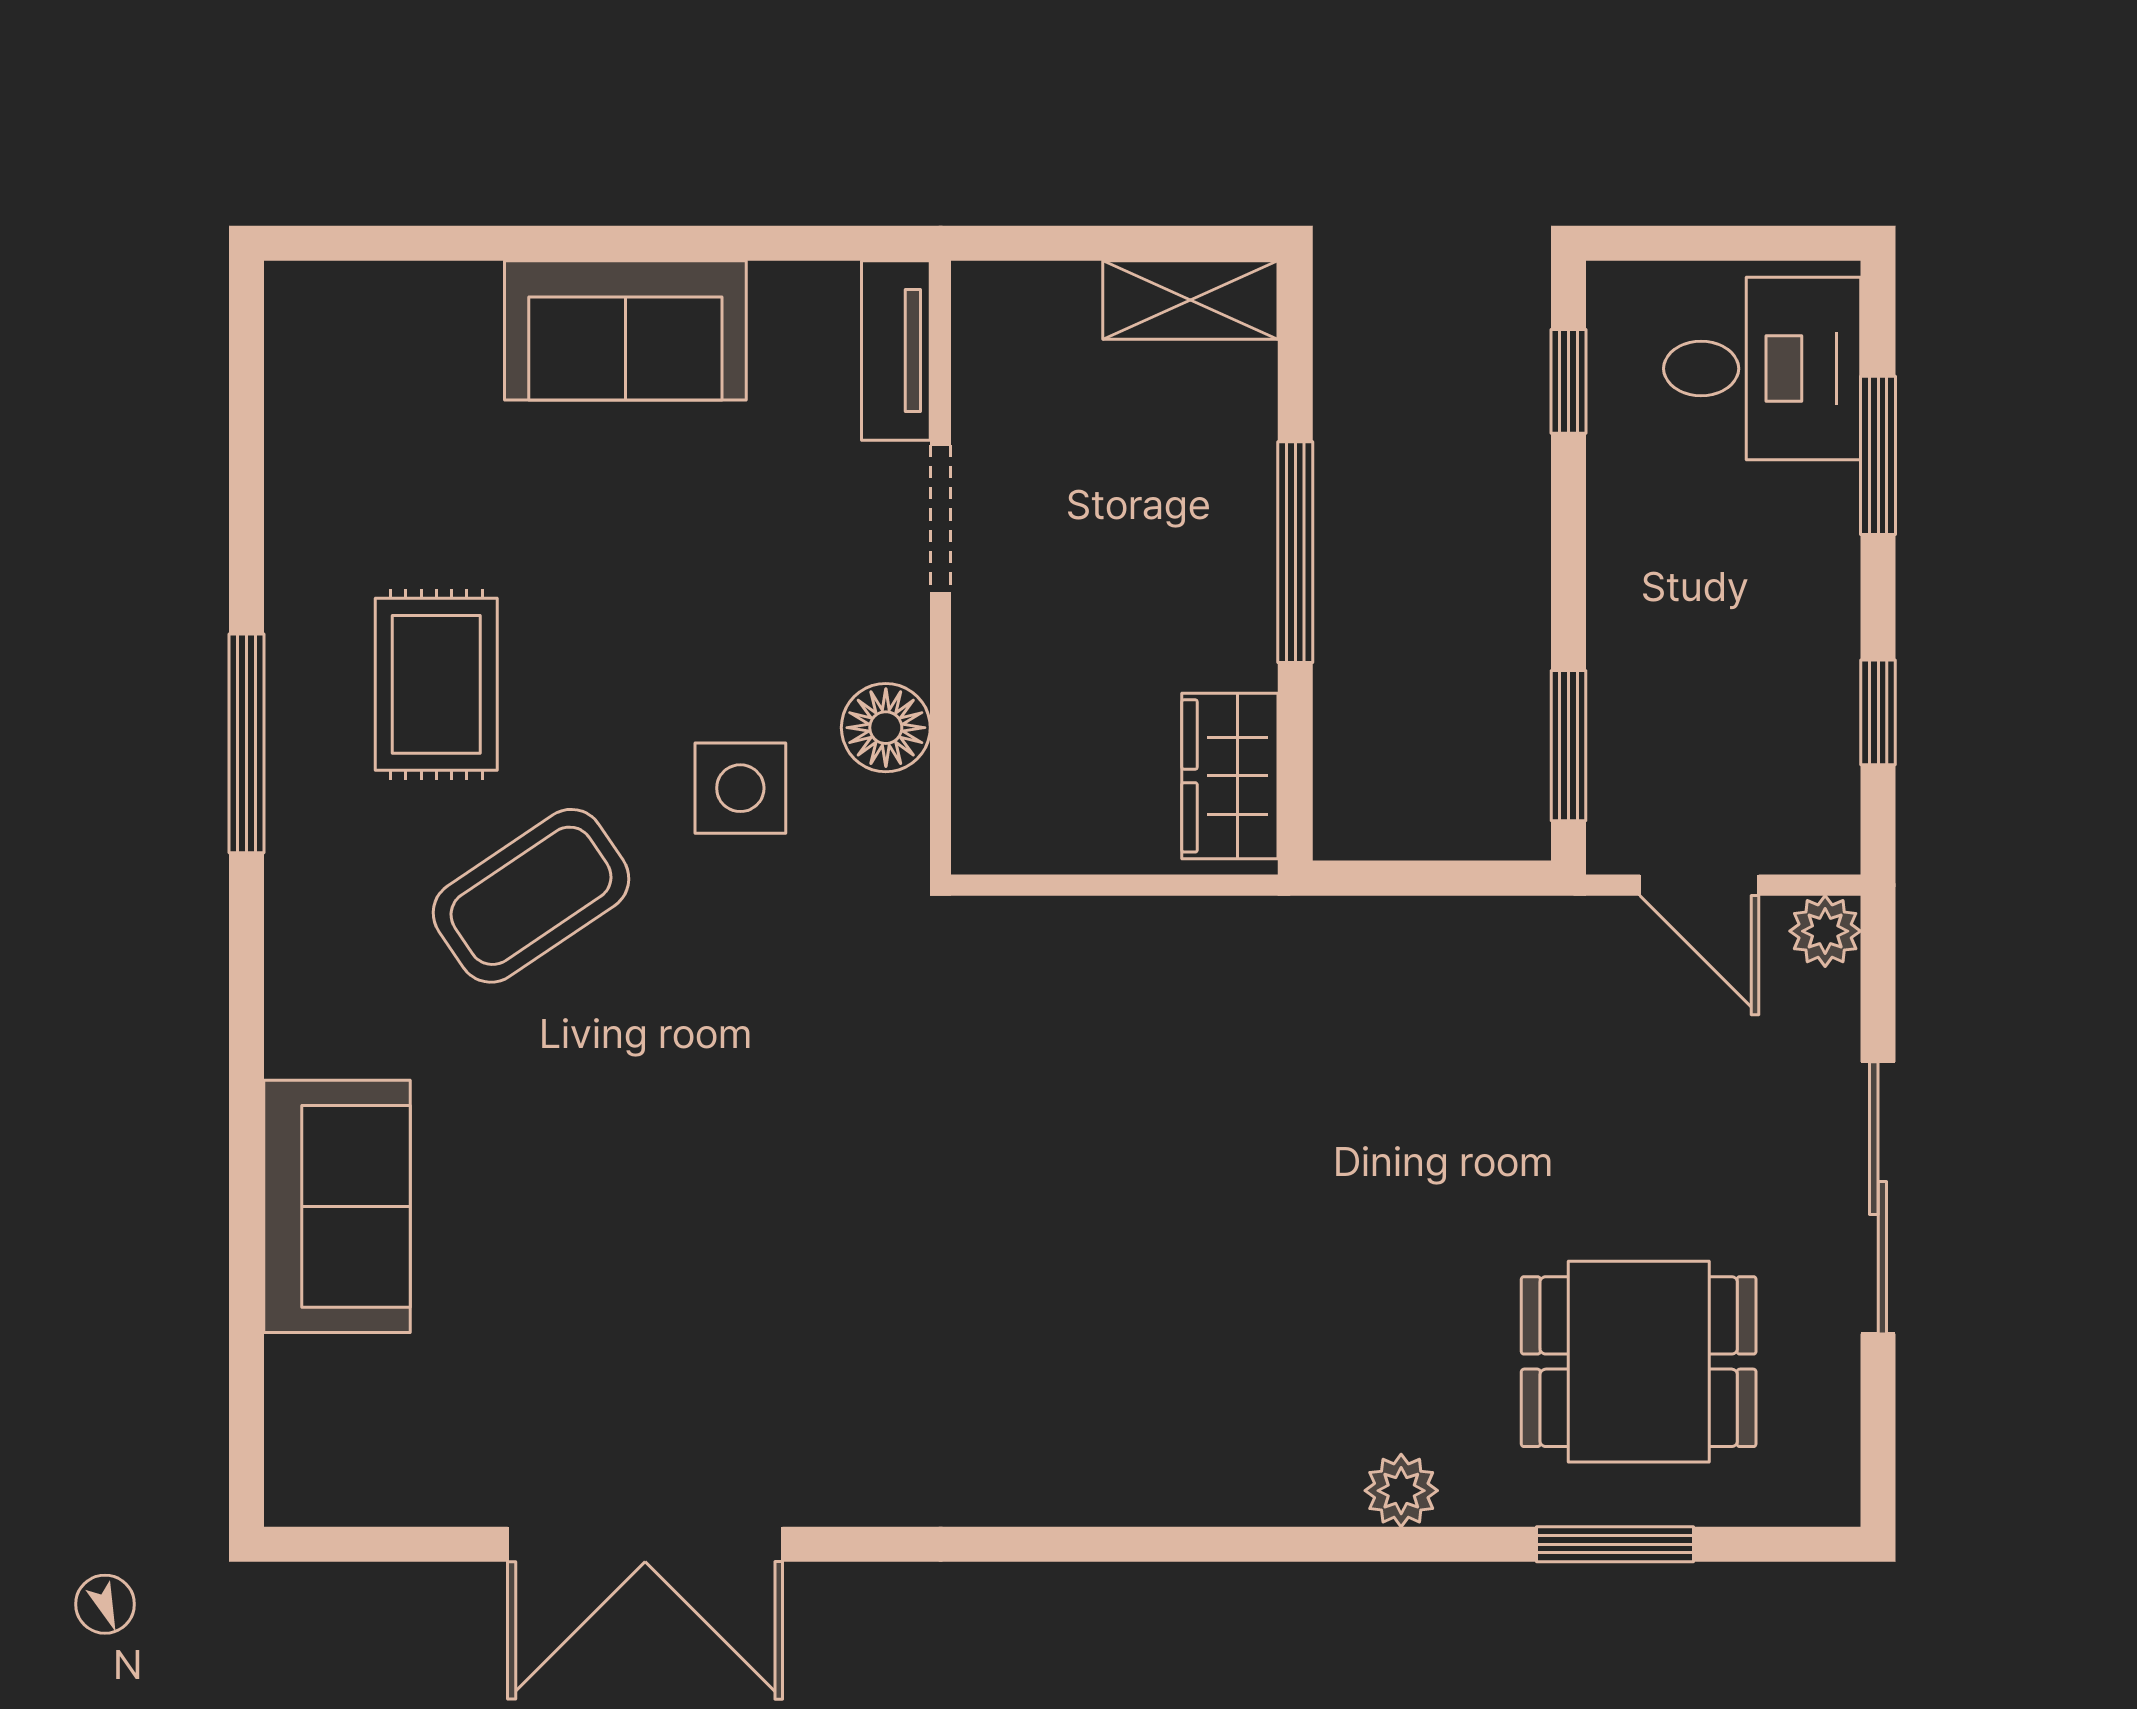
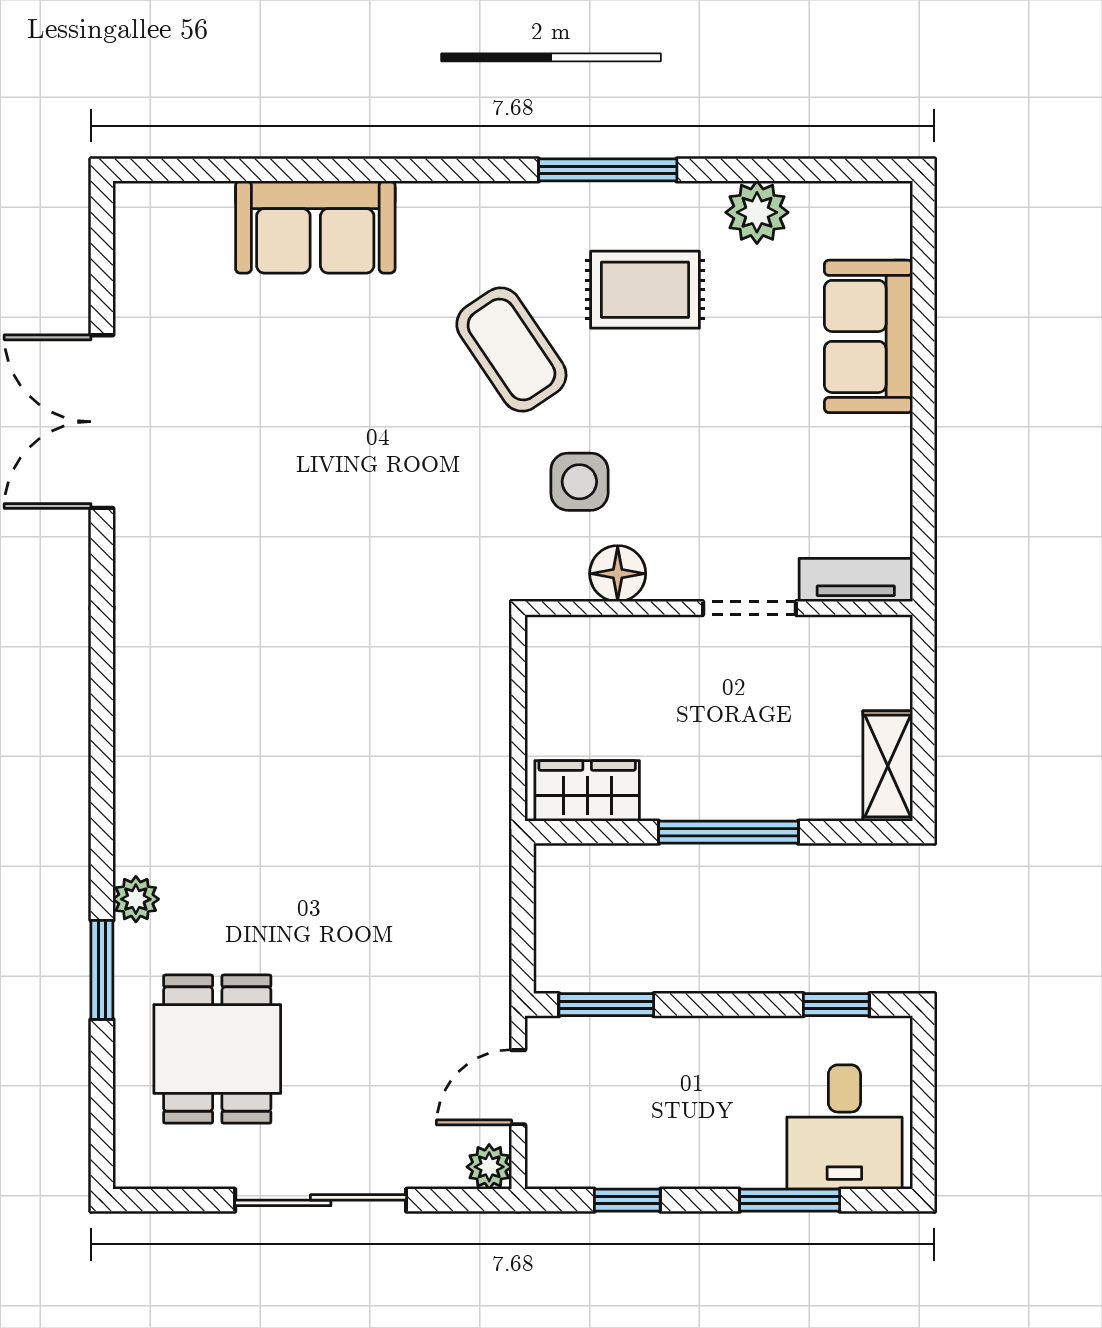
sofa: (625, 330) -> (868, 336), moved
plant: (314, 507) -> (757, 212), added
window: (1615, 1544) -> (102, 970), moved

